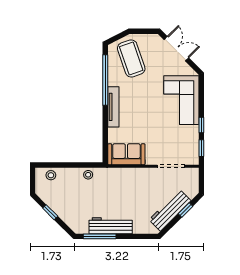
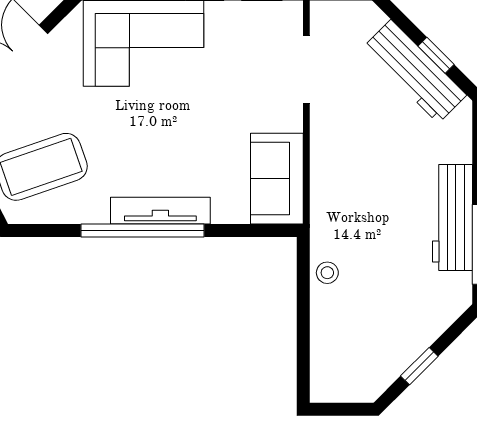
window: (105, 80) -> (142, 230), moved
stool: (51, 175) -> (328, 364), removed
window: (185, 210) -> (436, 55), moved

